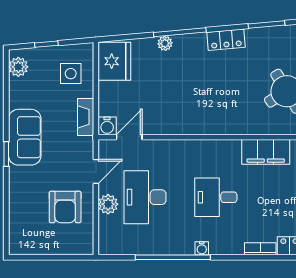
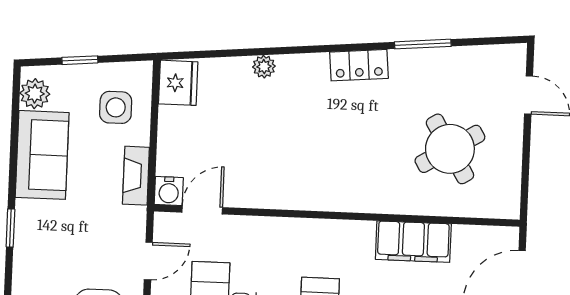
window: (180, 32) -> (288, 50), removed
fridge: (114, 61) -> (178, 83), width x0.73, depth x0.75
sofa: (25, 137) -> (42, 155), moved

